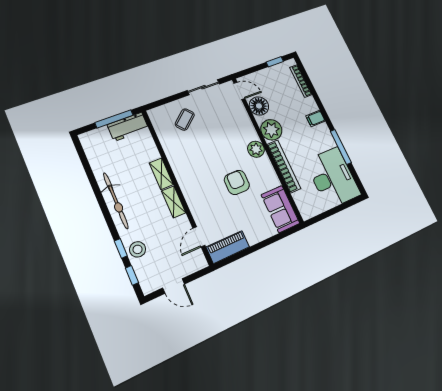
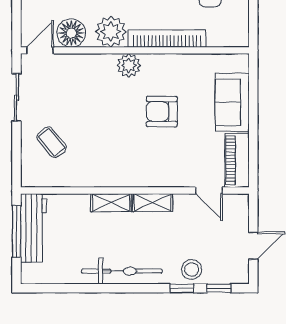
workbench: (128, 127) -> (33, 228), width x1.38
sofa: (280, 209) -> (232, 102), moved, turned 90

